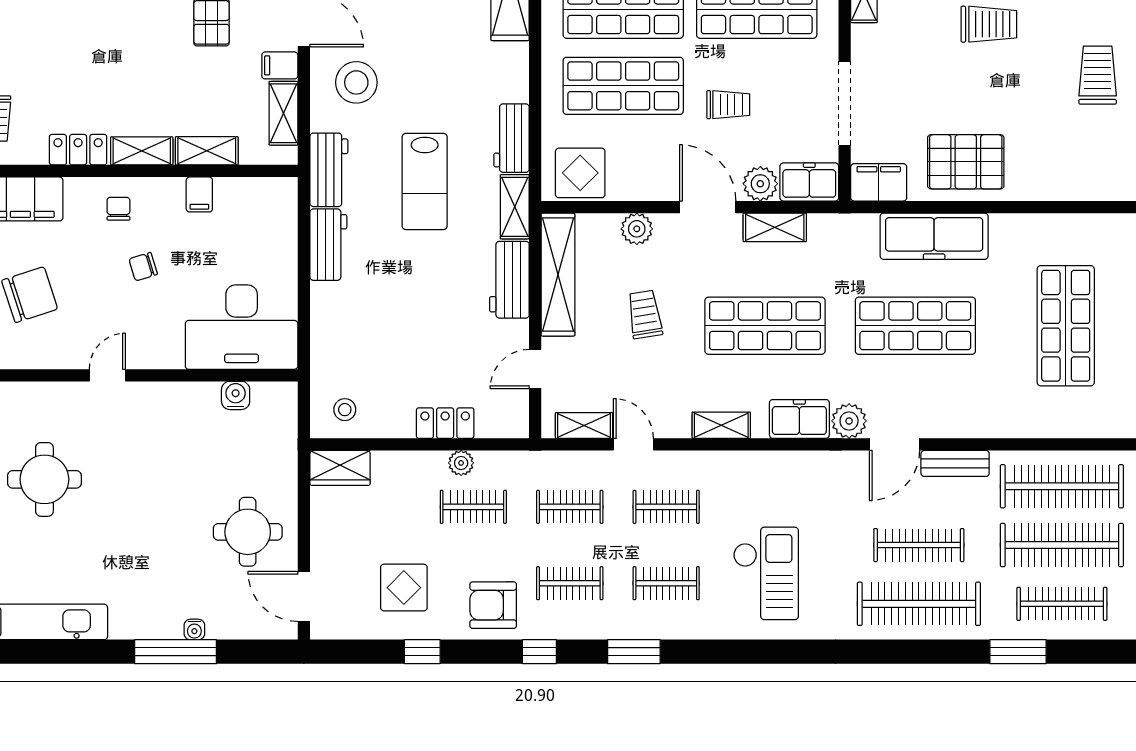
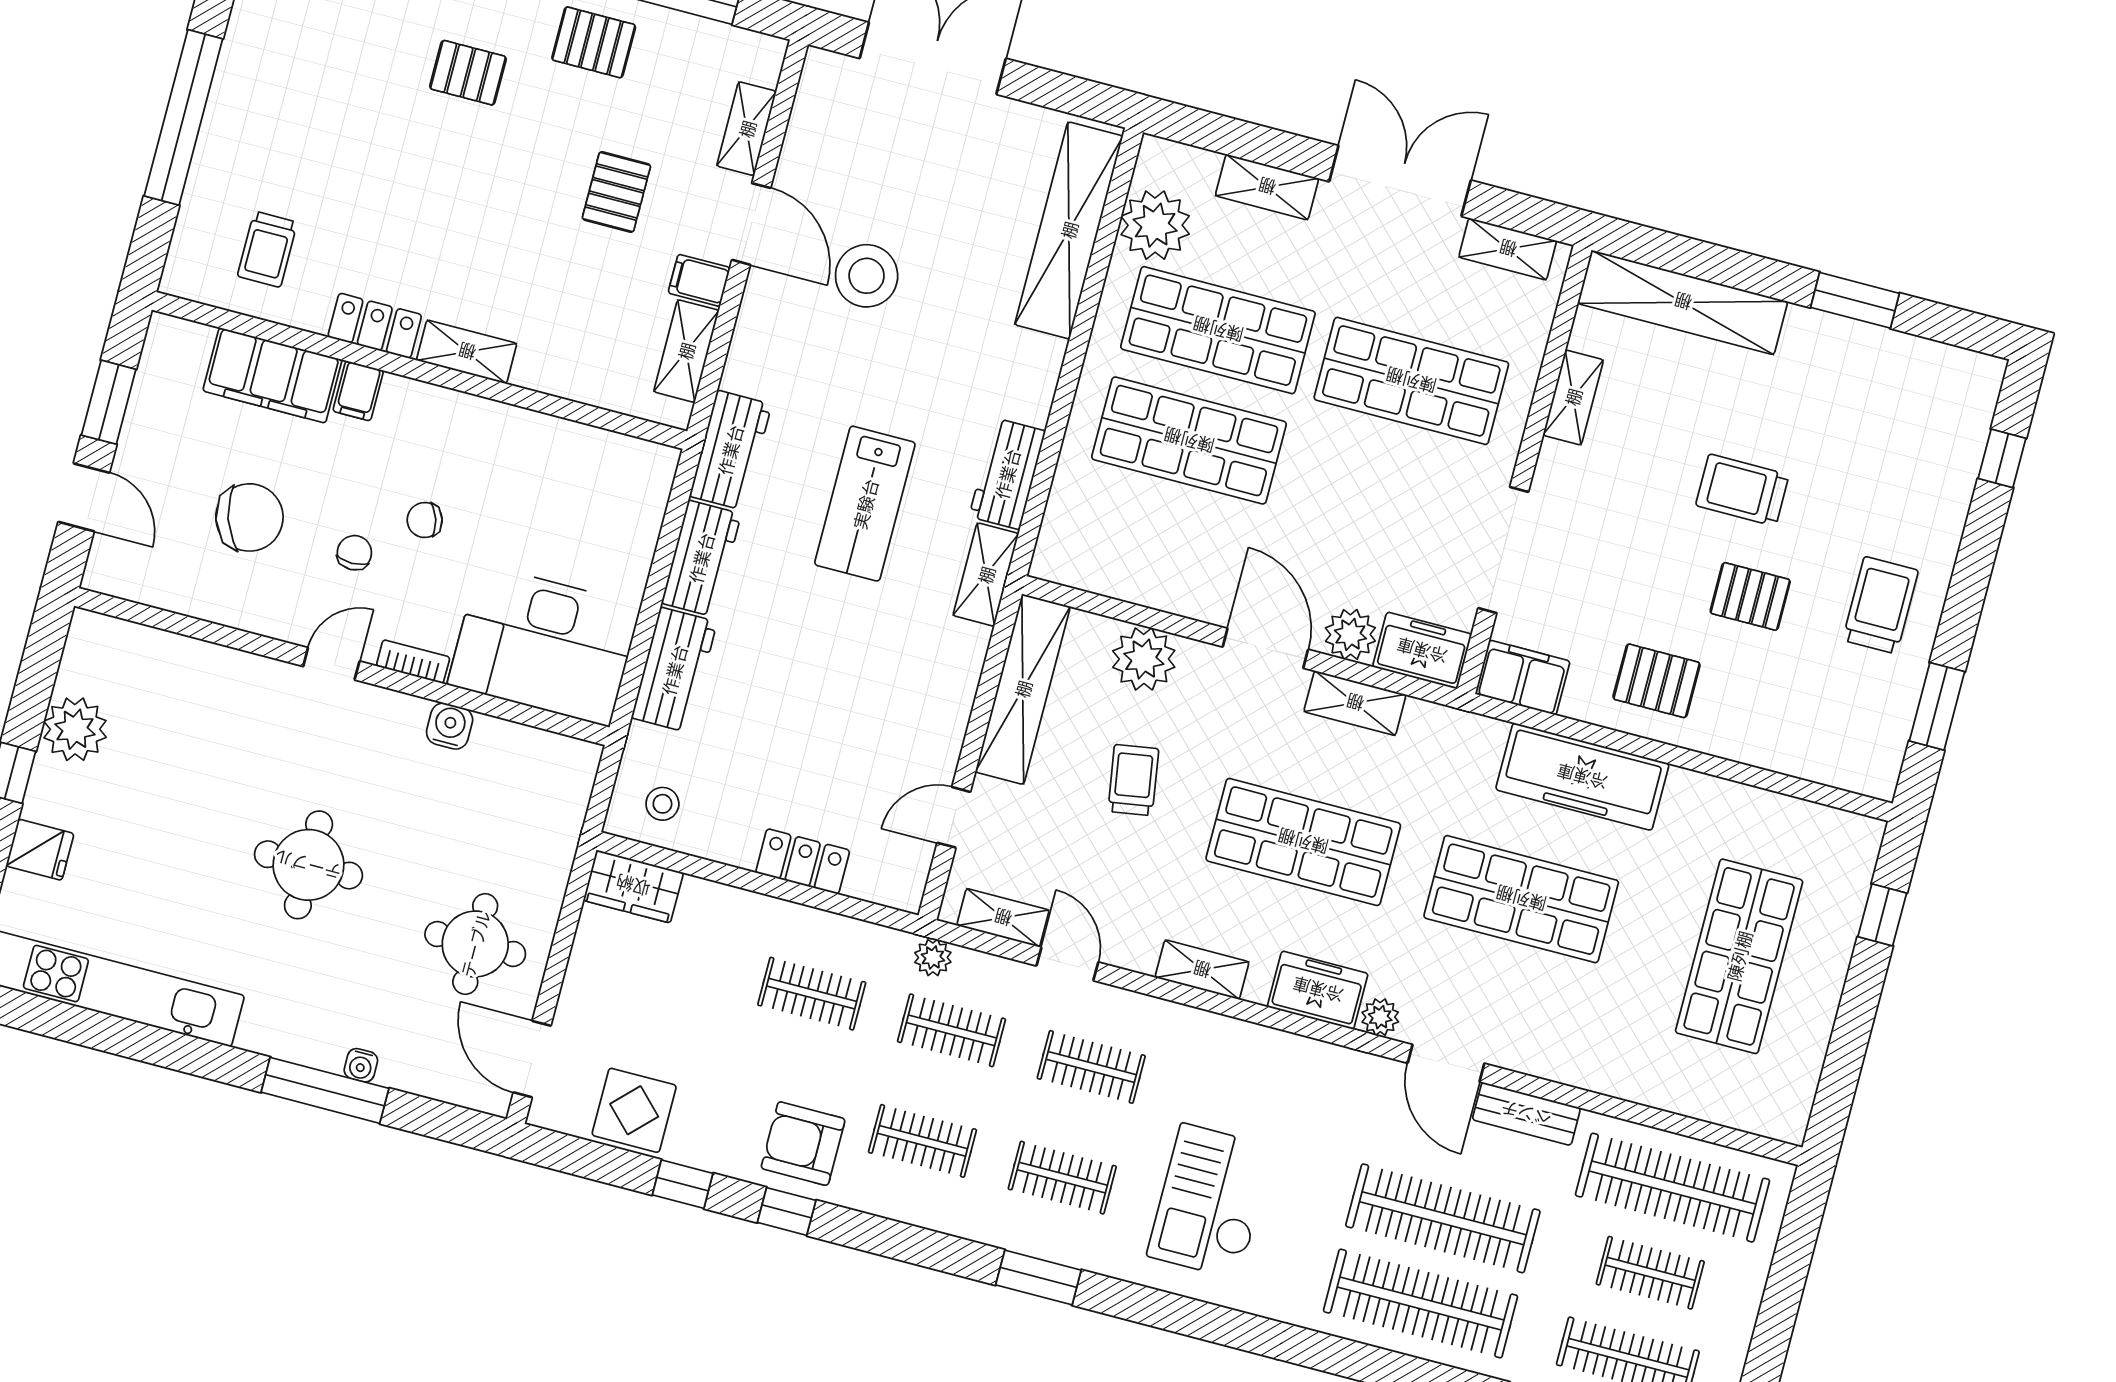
trolley: (989, 24) -> (1742, 490), turned 180
stool: (356, 82) -> (867, 276), moved
pallet: (1012, 91) -> (1750, 596), added
trolley: (728, 105) -> (1334, 508), removed
shelving: (207, 151) -> (561, 376), removed
pallet: (966, 162) -> (1657, 681), width x0.67, depth x0.71
display table: (580, 173) -> (1094, 550), removed
filing cabinet: (199, 194) -> (358, 391), moved
chair: (118, 209) -> (354, 553), moved
plant: (637, 229) -> (1144, 659), width x1.36, depth x1.36
workbench: (509, 280) -> (674, 670), moved, turned 180
bookcase: (160, 360) -> (413, 662), added
water cooler: (236, 395) -> (450, 726), moved
plant: (849, 421) -> (1380, 1017), width x0.73, depth x0.73
door: (895, 444) -> (1446, 1063), hinge flipped
plant: (461, 463) -> (933, 957), moved
round table: (44, 479) -> (308, 865), moved
clothes rail: (919, 545) -> (1443, 1218), width x1.37, depth x1.31
clothes rail: (1062, 545) -> (1650, 1273), width x0.54, depth x0.76
checkout: (766, 573) -> (1210, 1201), turned 180
display table: (404, 588) -> (634, 1110), moved
window: (539, 652) -> (787, 1211), moved
window: (634, 652) -> (1038, 1277), moved

